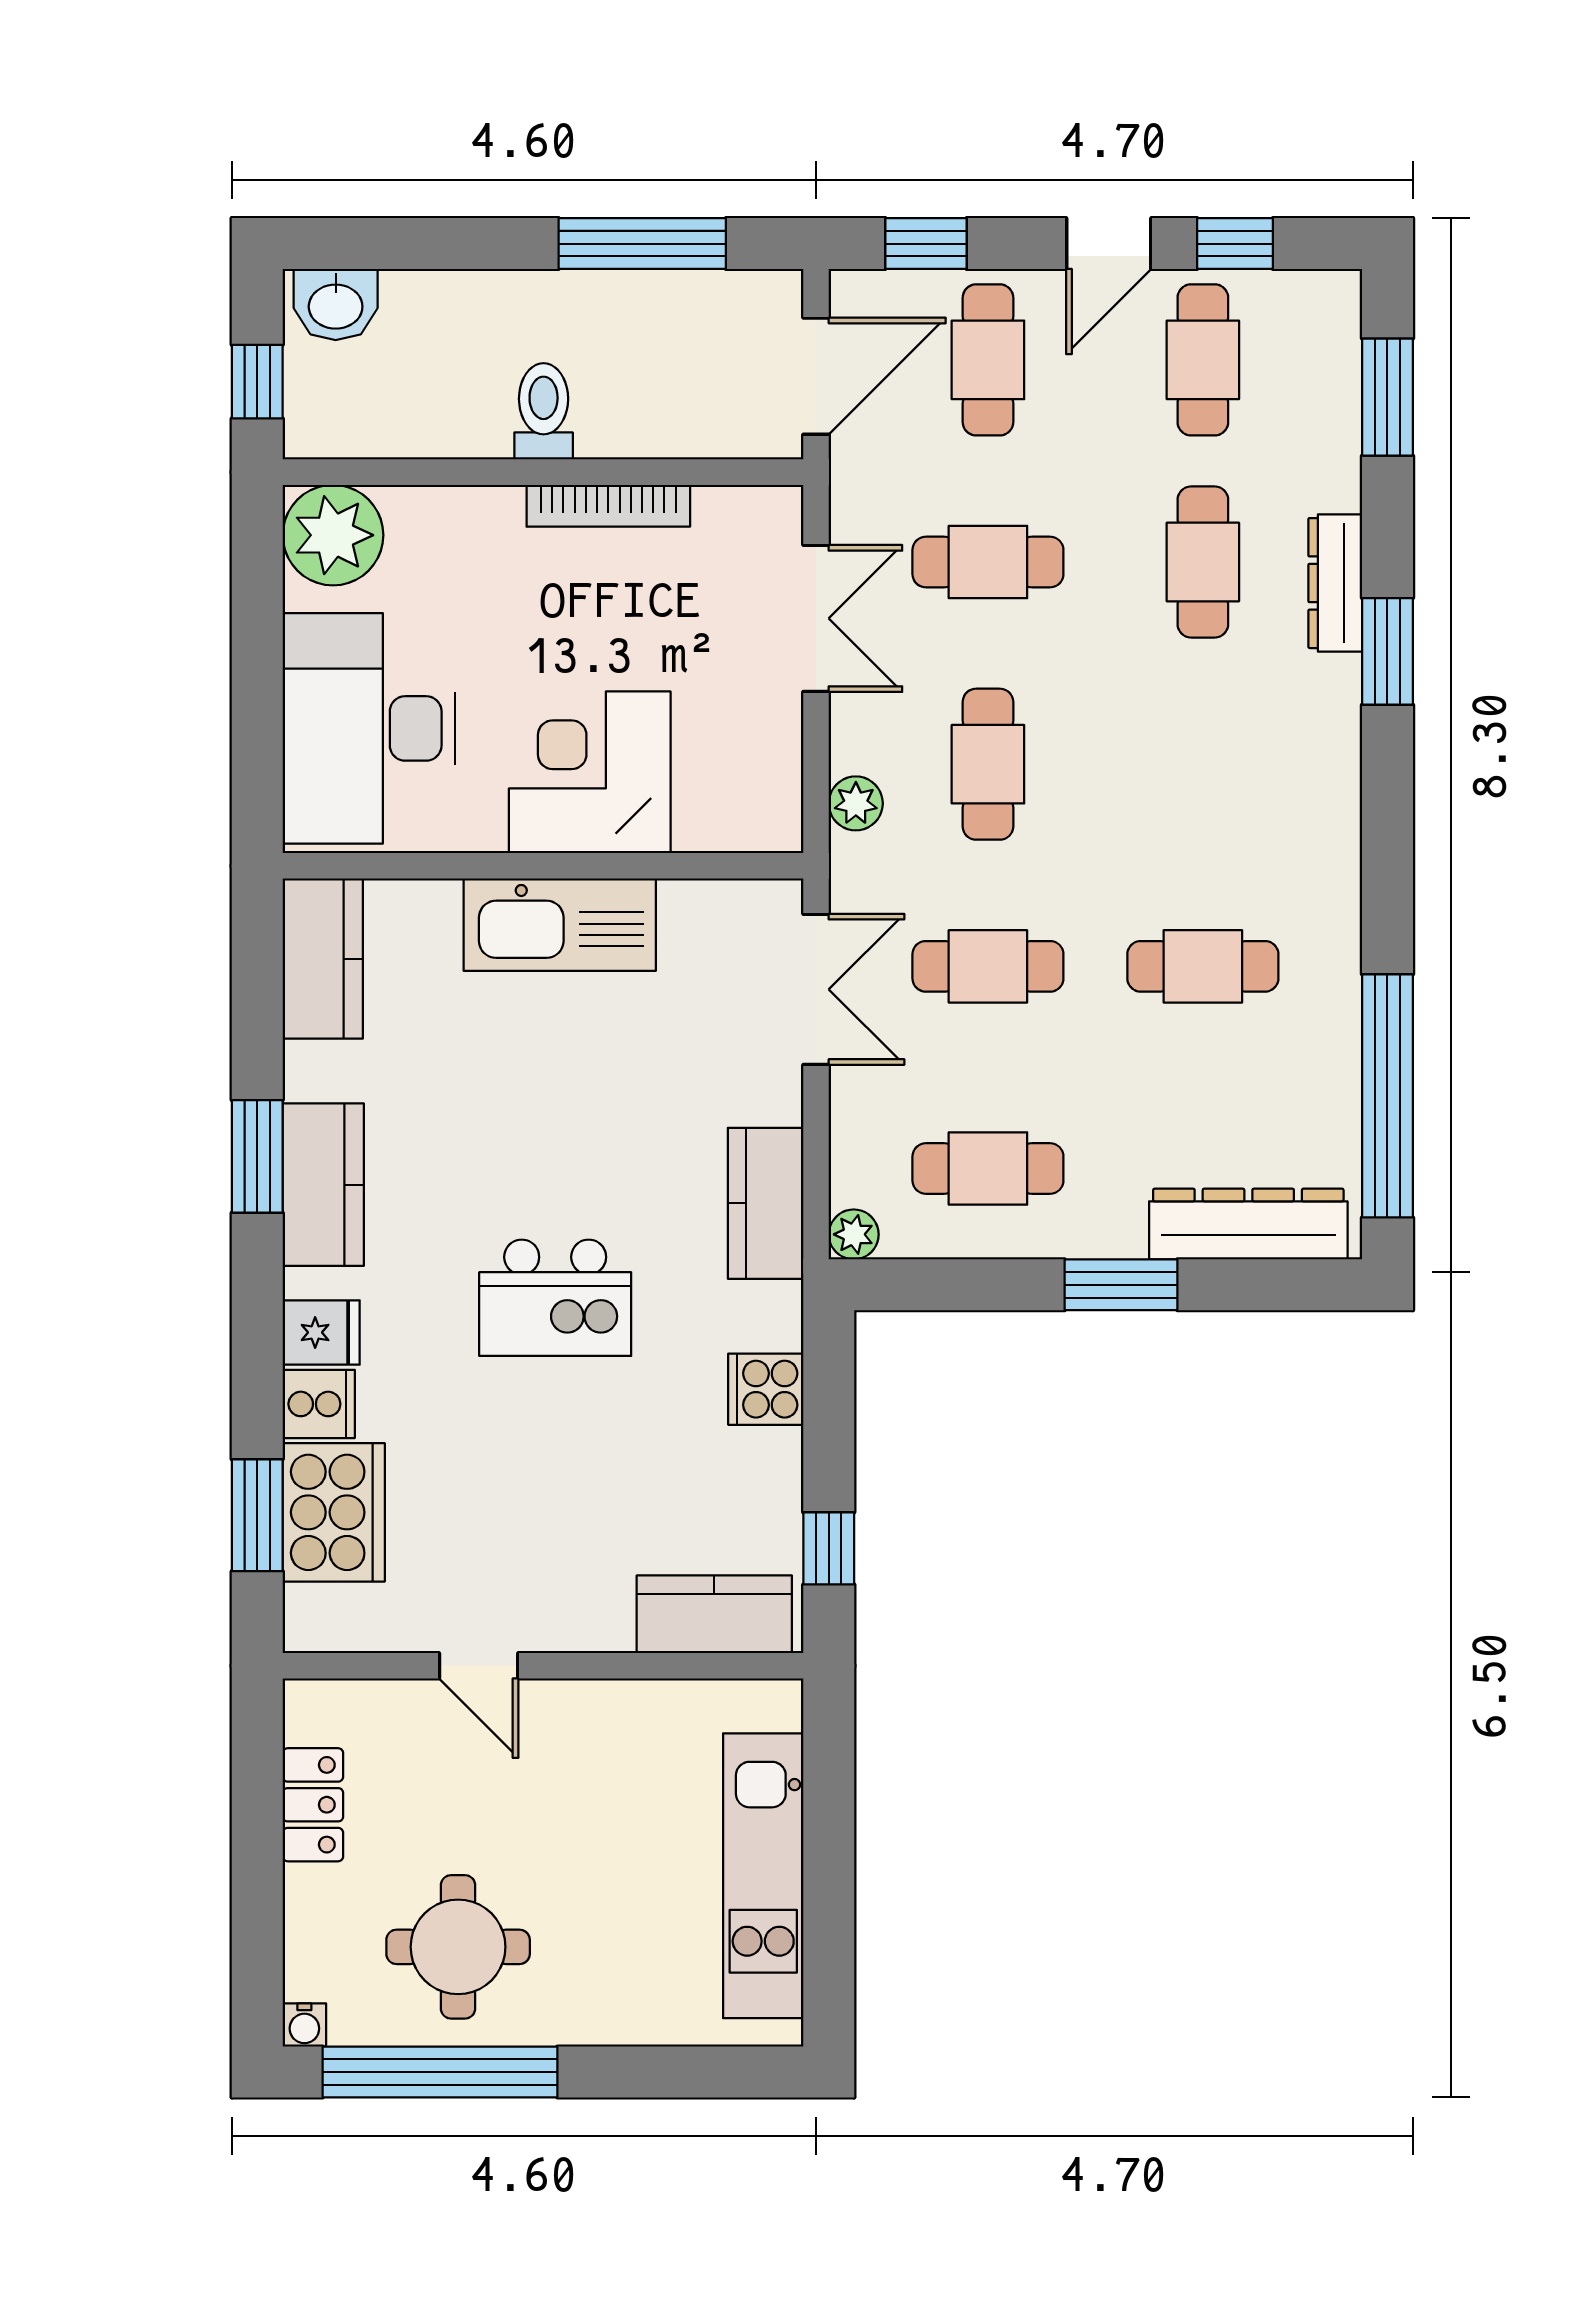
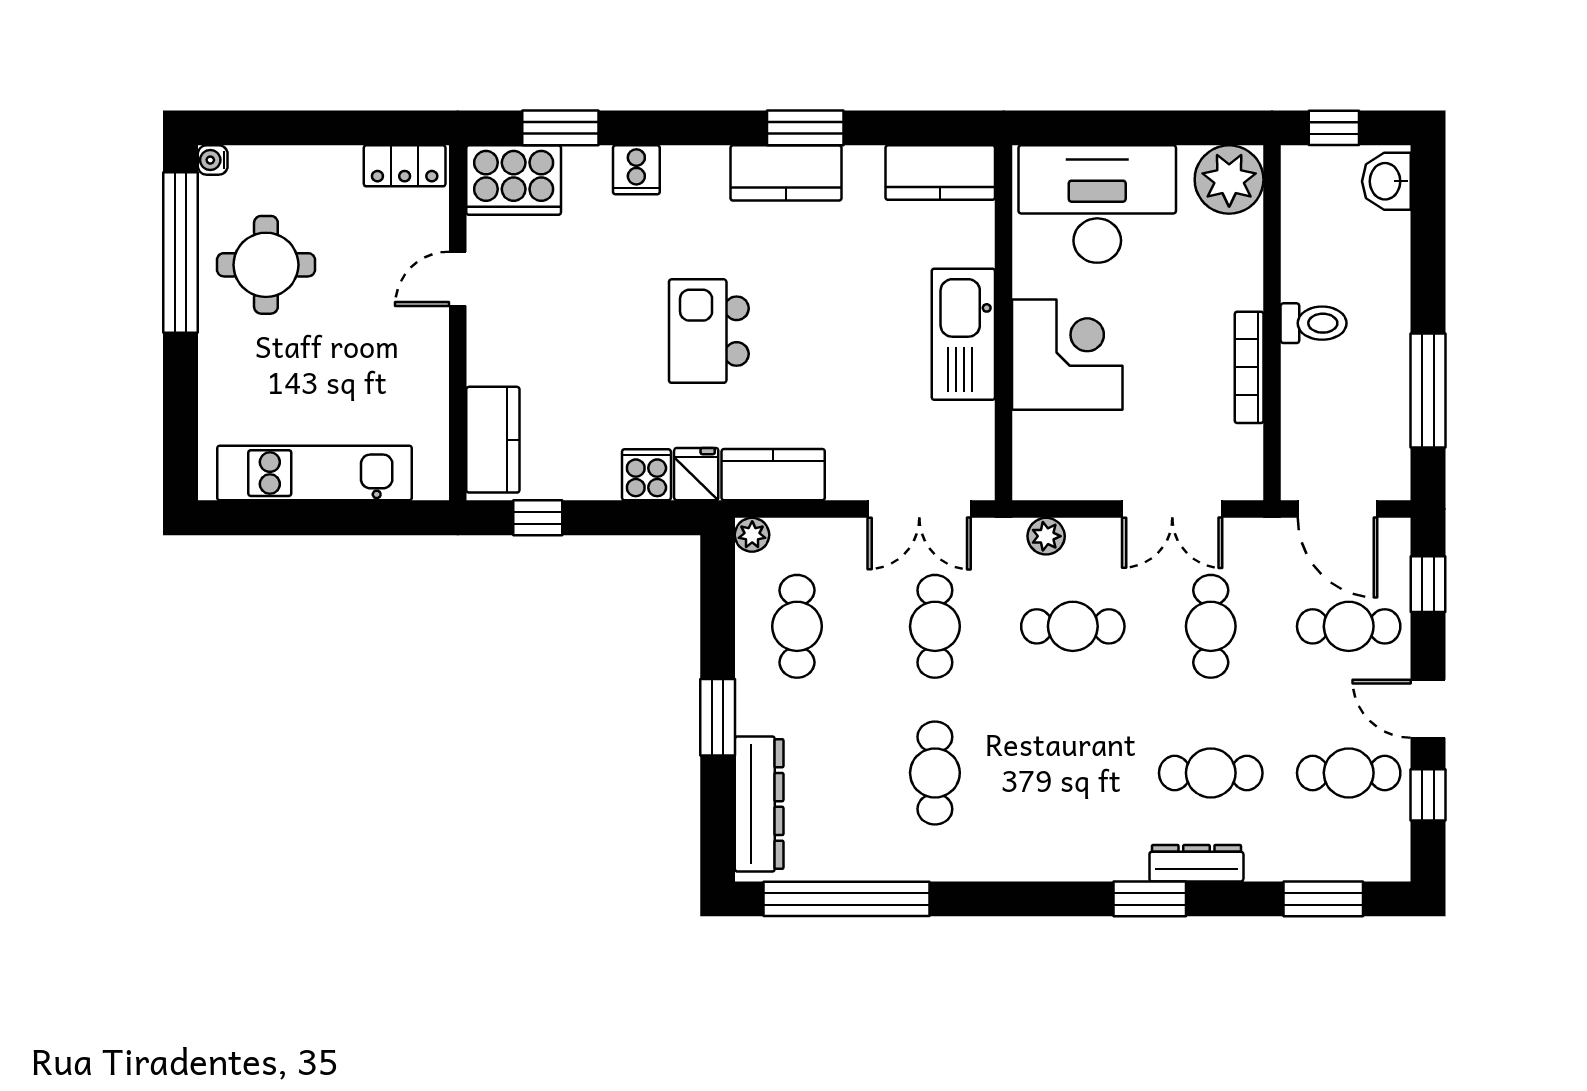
fridge: (321, 1332) -> (696, 474), moved, turned 180
cooker: (334, 1512) -> (514, 180), moved
locker: (313, 1805) -> (405, 166), moved

